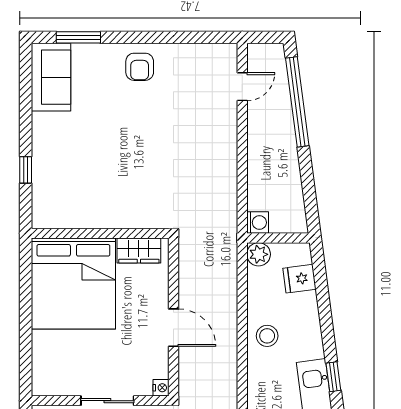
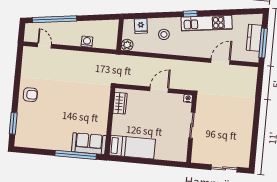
sofa: (51, 77) -> (89, 144), moved
window: (26, 170) -> (76, 155), width x3.17
washing machine: (258, 223) -> (87, 42), moved
bed: (73, 284) -> (132, 147), width x0.49
stool: (267, 336) -> (164, 34), moved

